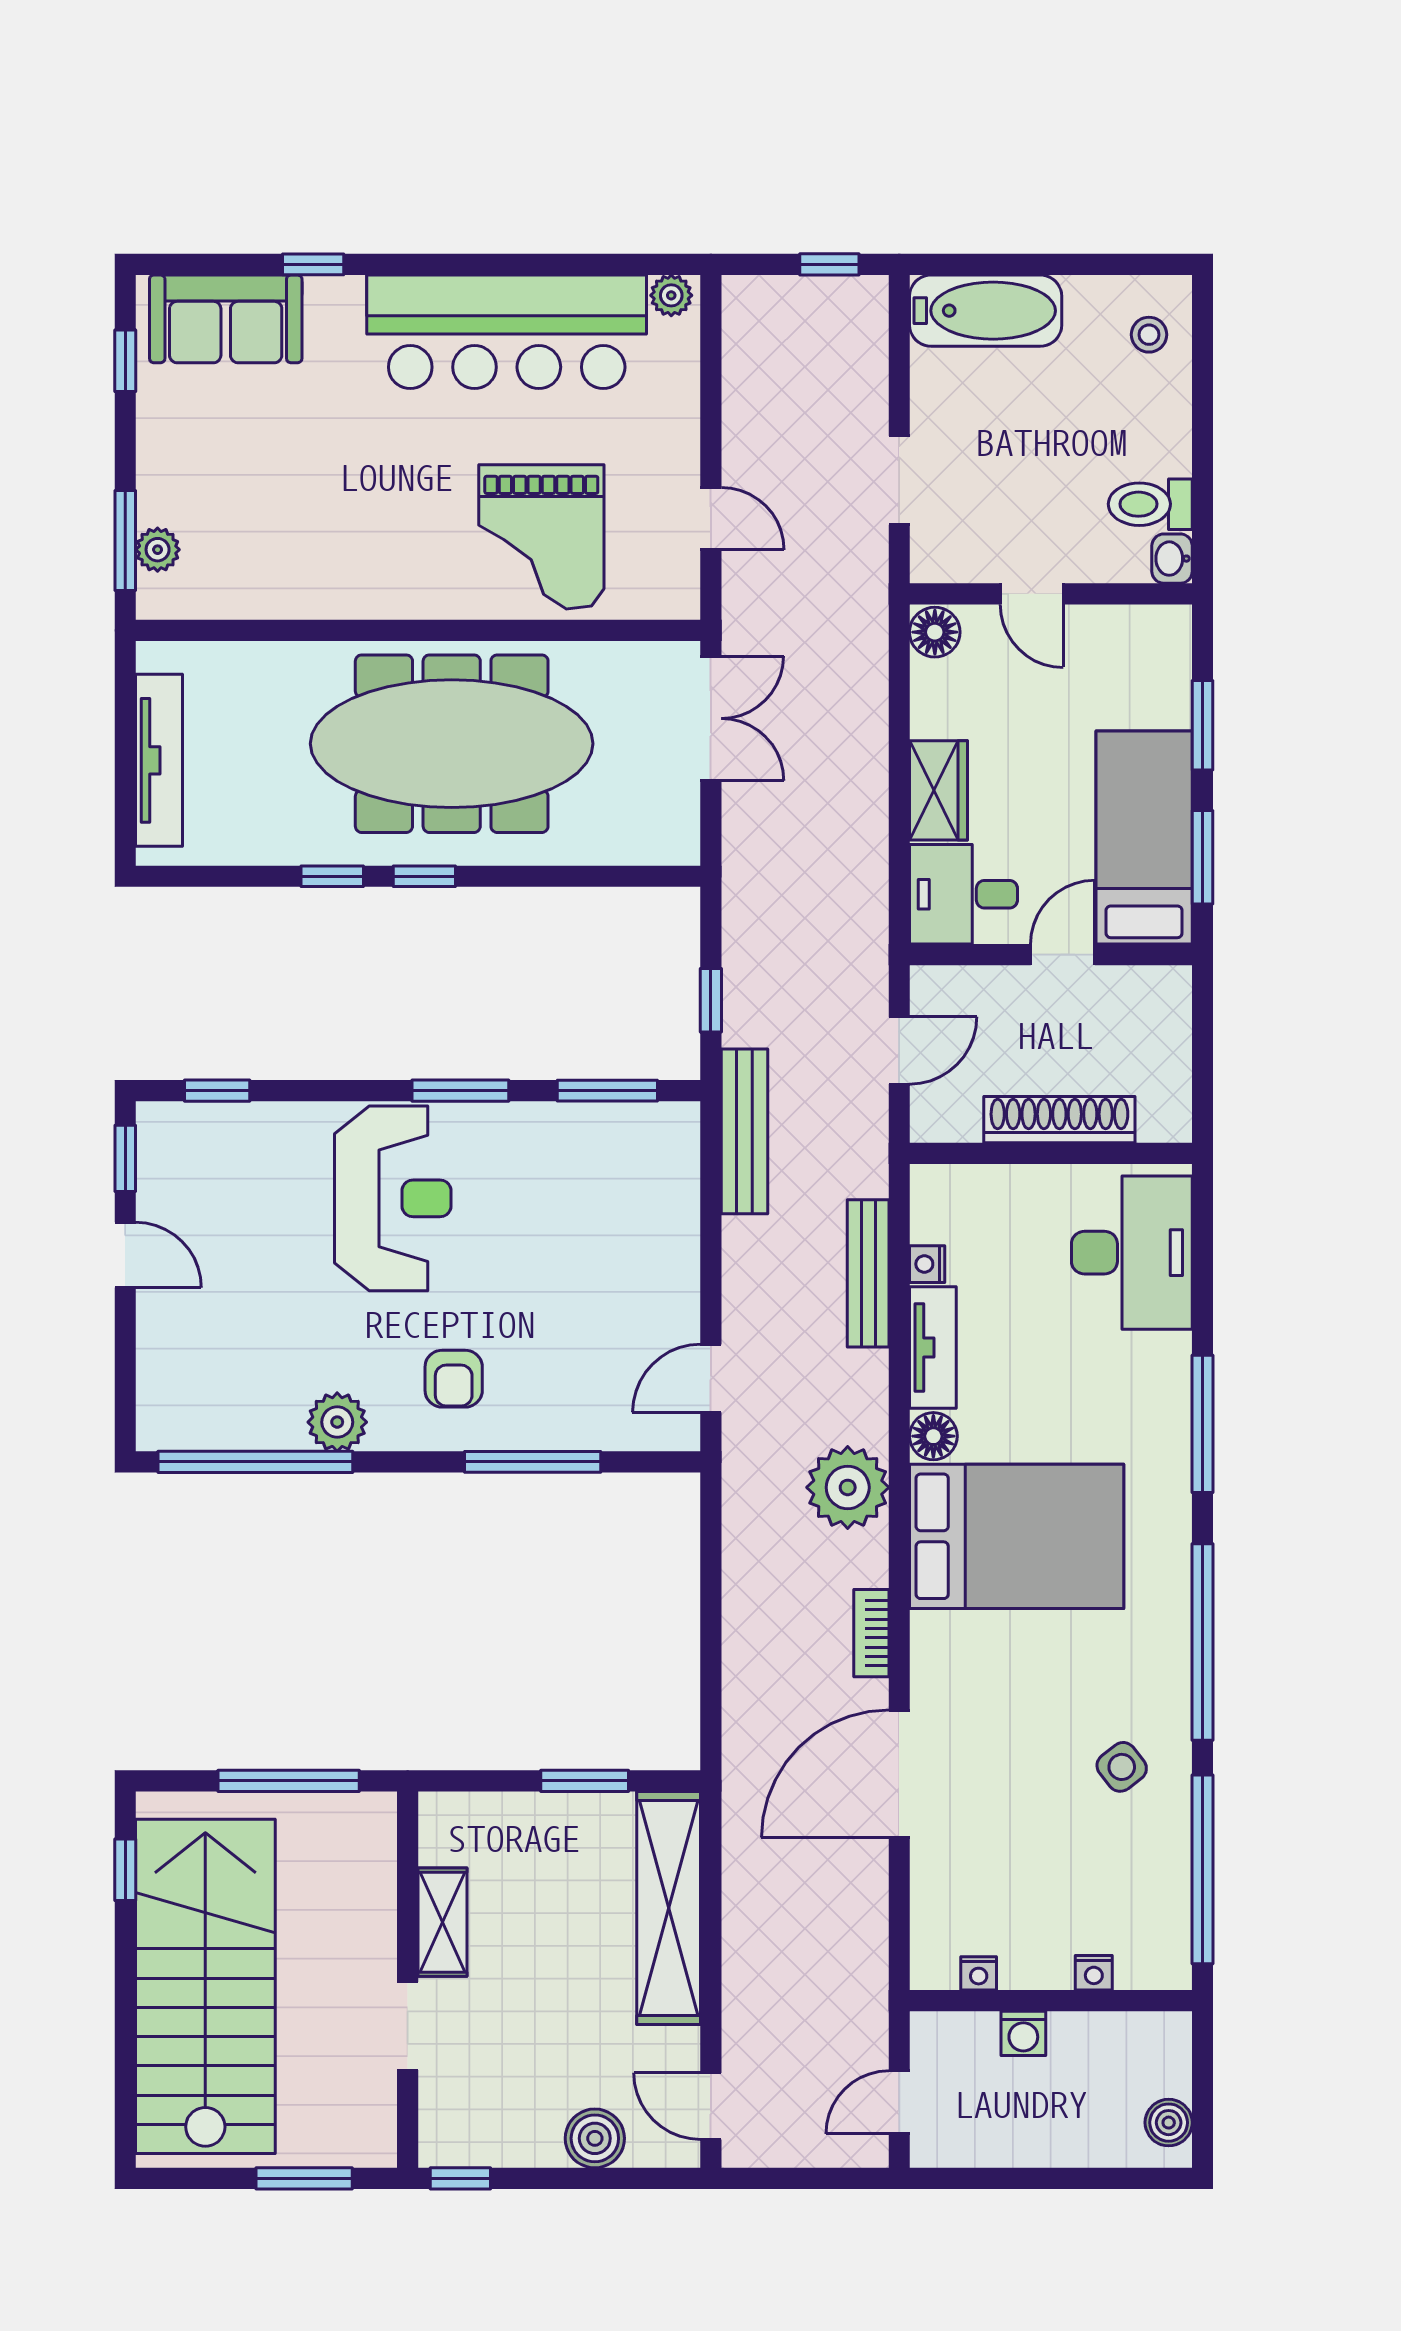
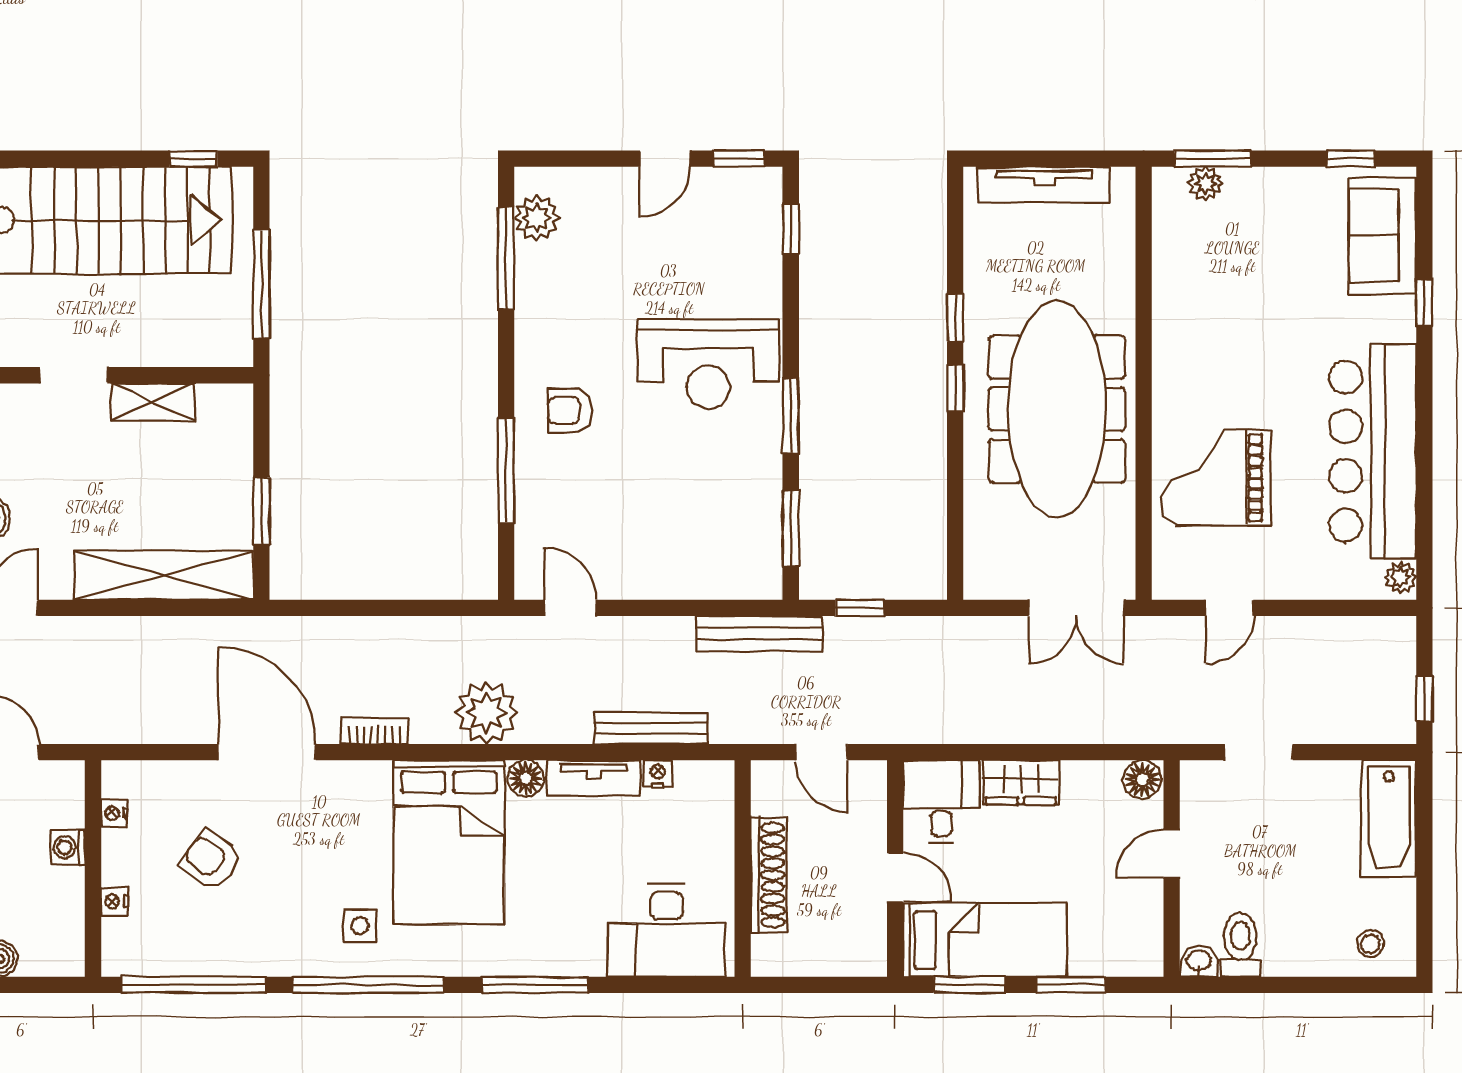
plant: (337, 1422) -> (537, 218), moved
window: (255, 1462) -> (506, 259), width x0.68
side table: (1122, 1767) -> (360, 926), moved, turned 38
armchair: (1040, 1847) -> (211, 860), added

